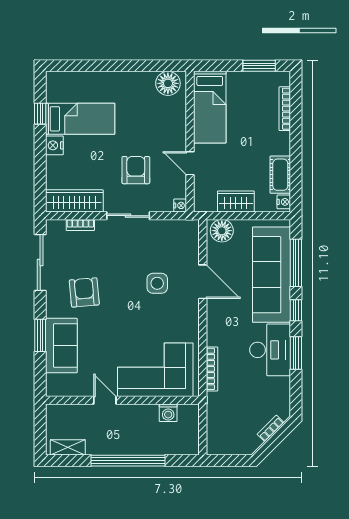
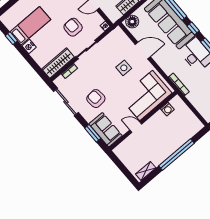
corner sofa: (155, 370) -> (146, 95), moved
door: (105, 400) -> (136, 127), moved
wall: (122, 400) -> (143, 121), moved
washing machine: (168, 413) -> (167, 109), moved

